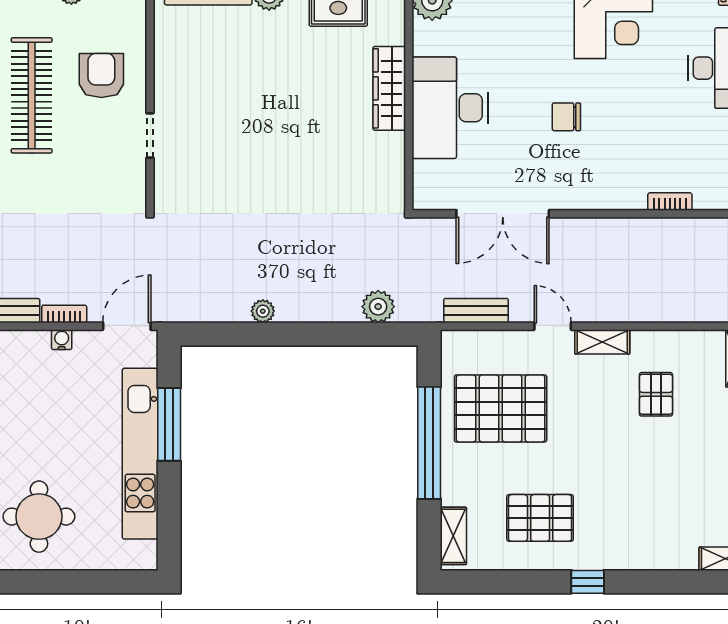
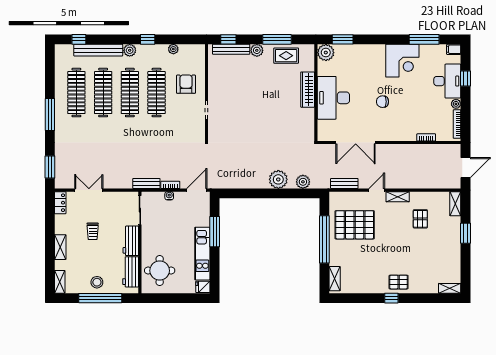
plant: (263, 311) -> (278, 179), moved, width x1.87, depth x1.87
door: (553, 326) -> (377, 190), hinge flipped
kitchen unit: (140, 454) -> (202, 254), width x0.73
pallet: (540, 518) -> (399, 282), moved, width x0.67, depth x0.71
fridge: (141, 555) -> (203, 287), added

